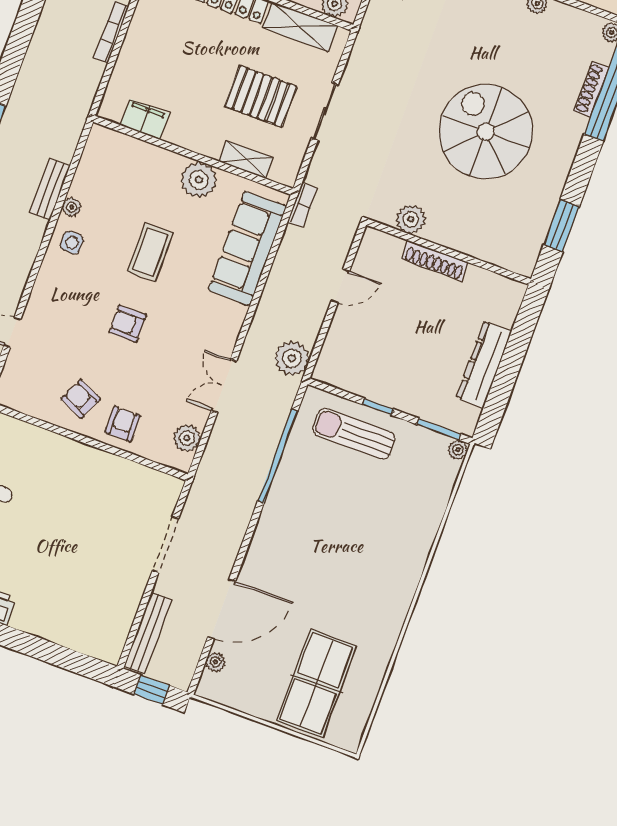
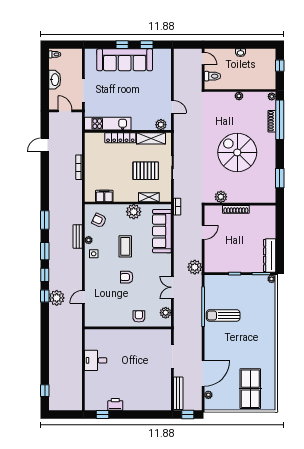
dresser: (484, 364) -> (270, 255), moved
armchair: (81, 399) -> (99, 220), moved
sun lounger: (354, 434) -> (223, 315), moved

